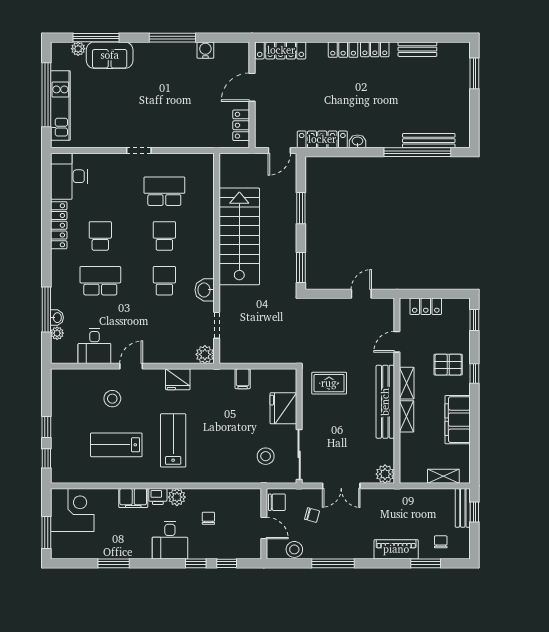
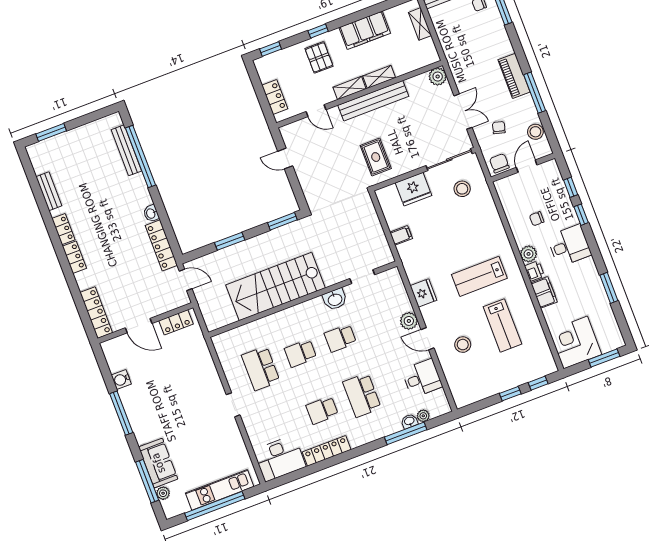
plant: (205, 354) -> (409, 321), moved
piano: (396, 549) -> (514, 76), moved

